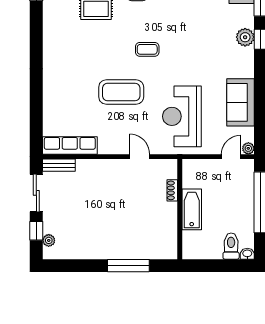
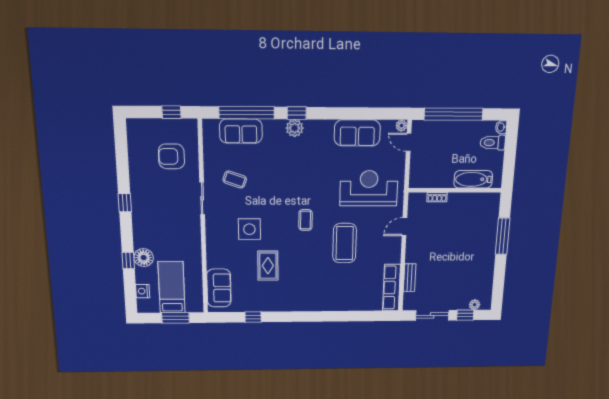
reception desk: (182, 116) -> (369, 188), turned 180
bench: (59, 165) -> (410, 278), moved
bathtub: (192, 209) -> (473, 179), moved

